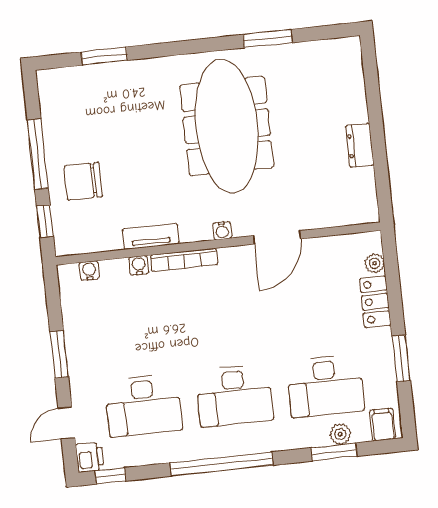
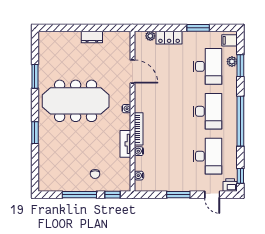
window: (104, 56) -> (35, 133), moved
chair: (83, 181) -> (95, 174), width x0.54, depth x0.54
door: (277, 237) -> (133, 72), moved

